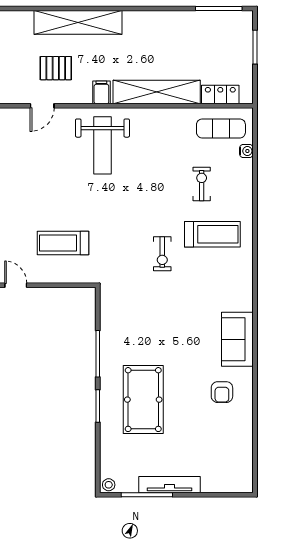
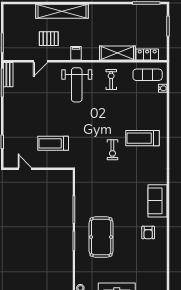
shelving: (157, 92) -> (117, 53), width x0.68
exercise bike: (202, 184) -> (111, 80), moved
treadmill: (212, 234) -> (142, 138), turned 180

